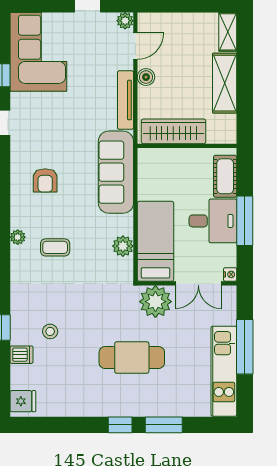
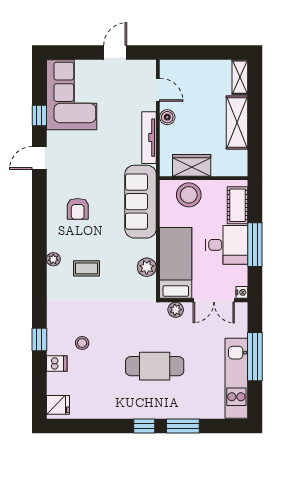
plant: (125, 21) -> (149, 67), removed
door: (135, 46) -> (158, 90), hinge flipped
wardrobe: (173, 131) -> (192, 165), width x0.67
stool: (170, 165) -> (189, 195), added
plant: (155, 302) -> (176, 310), width x0.53, depth x0.53

